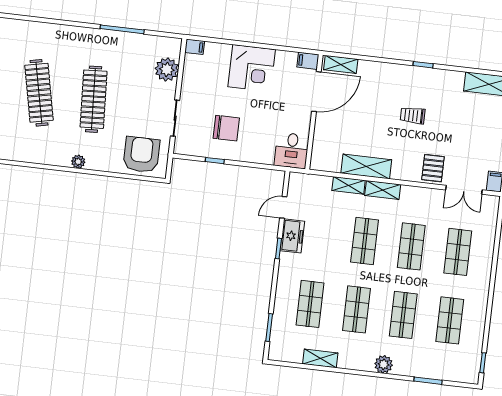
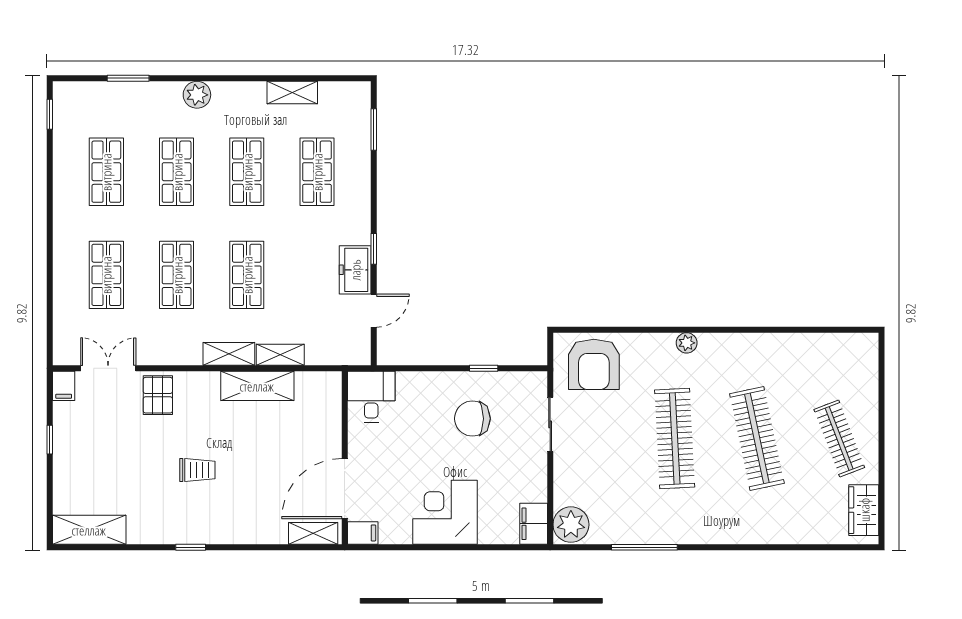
filing cabinet: (195, 47) -> (534, 524), width x2.00
plant: (167, 69) -> (571, 525), moved

